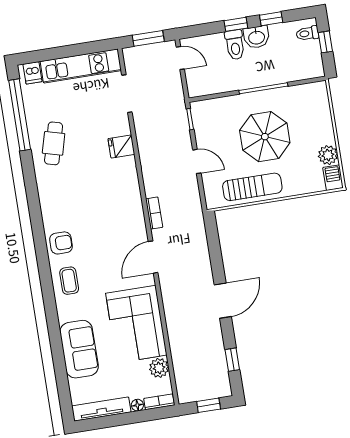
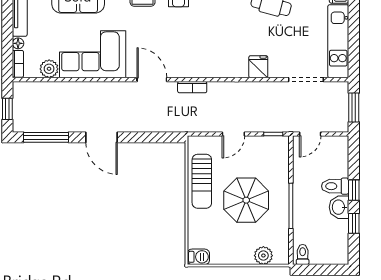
toilet: (307, 33) -> (303, 255), moved
window: (325, 42) -> (324, 270), removed
door: (180, 58) -> (310, 134), moved
plant: (328, 155) -> (263, 256), moved
window: (232, 360) -> (46, 137), width x2.17

